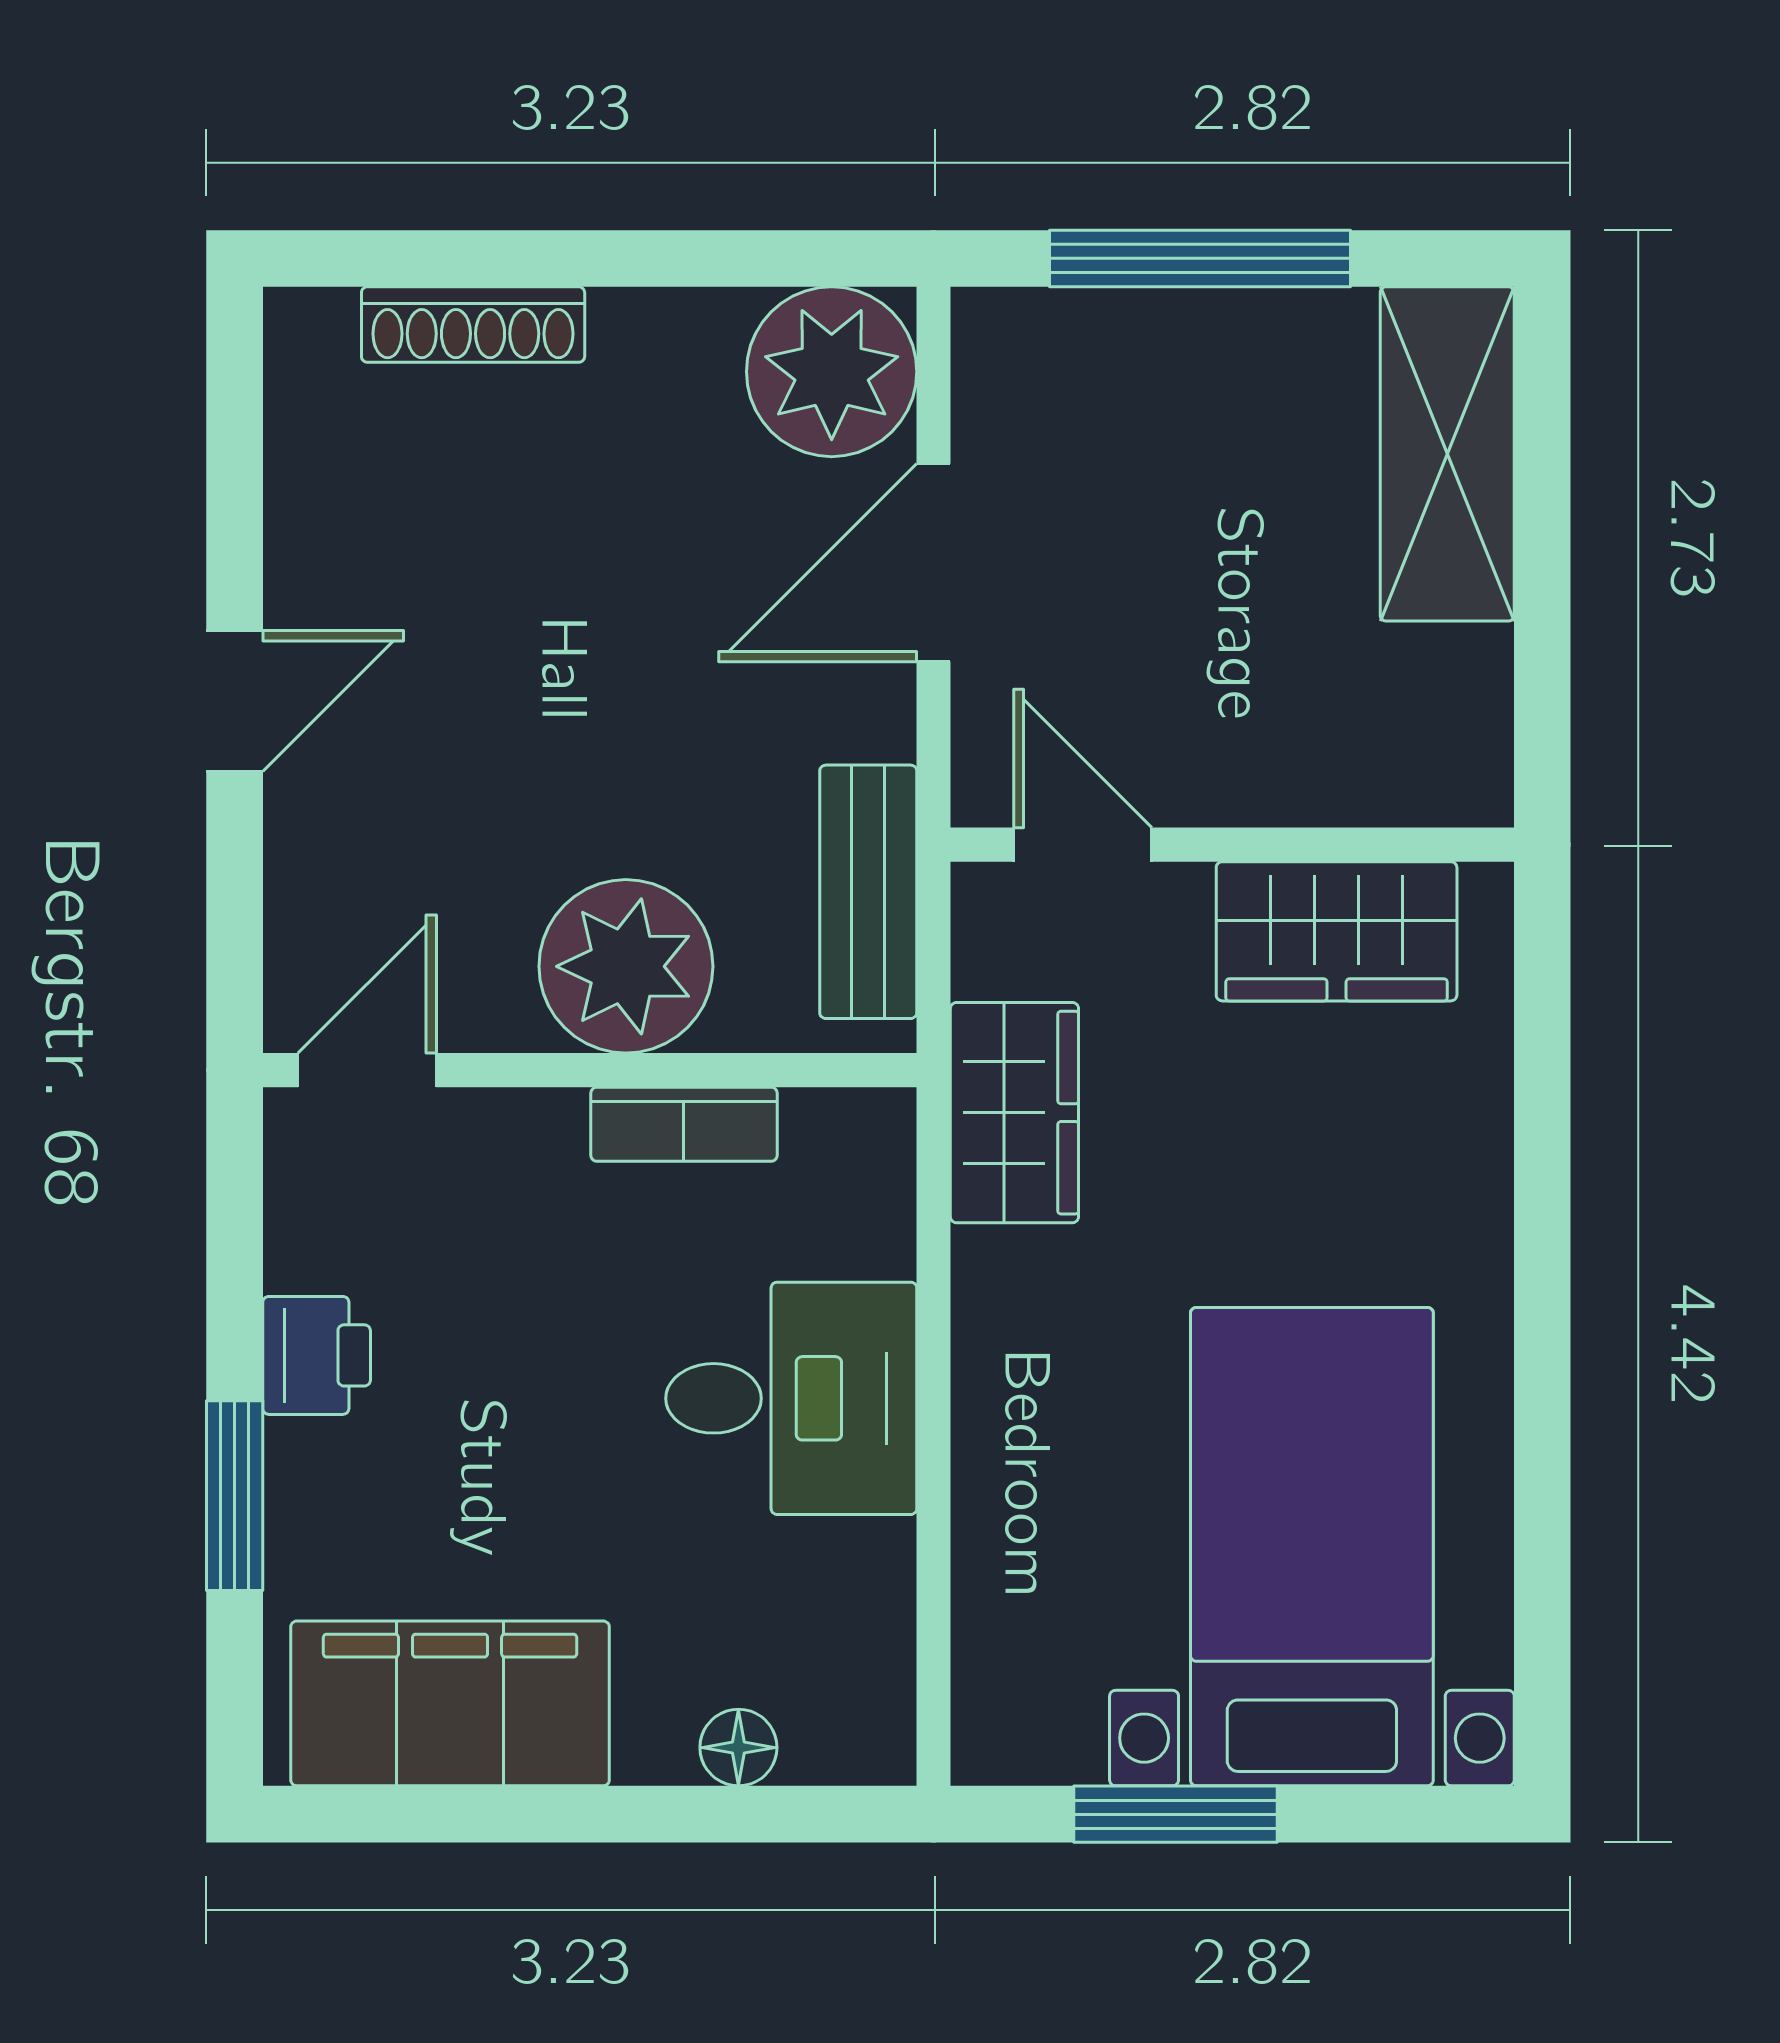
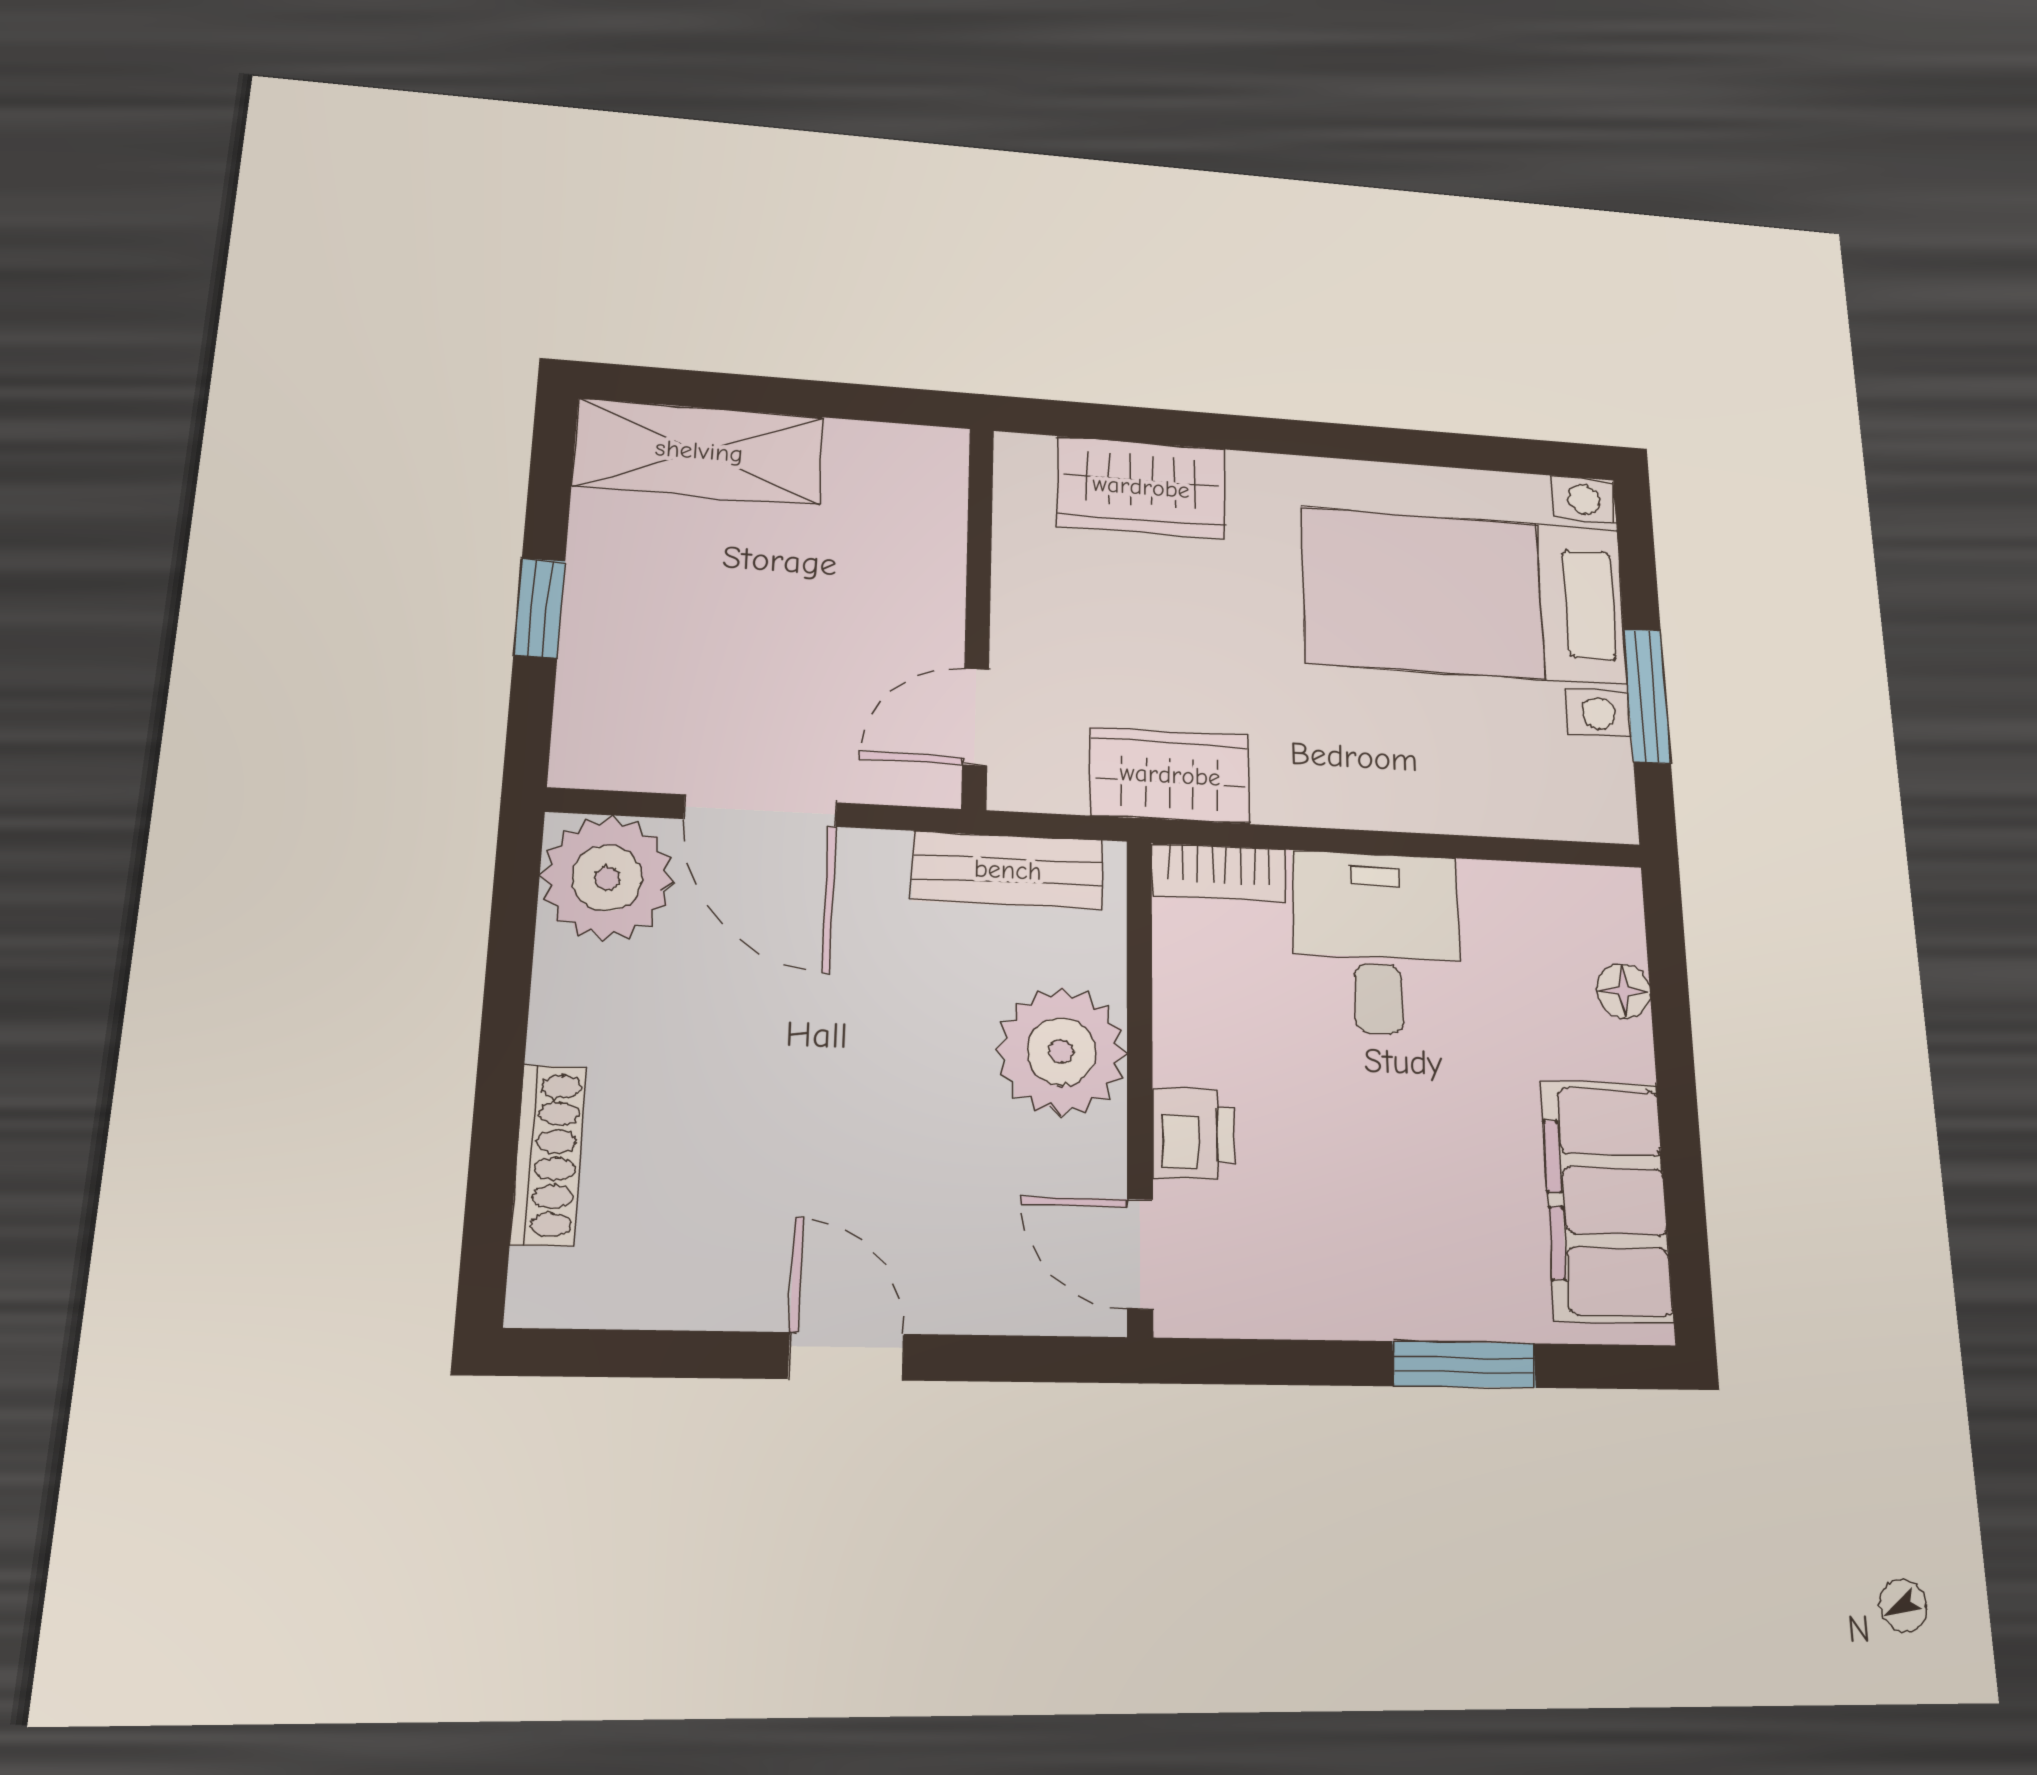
window: (1200, 258) -> (539, 608), width x0.46
wardrobe: (1337, 931) -> (1141, 487), moved, turned 90
bookcase: (684, 1124) -> (1219, 873), moved, turned 90
printer: (317, 1355) -> (1193, 1134), moved, turned 90

